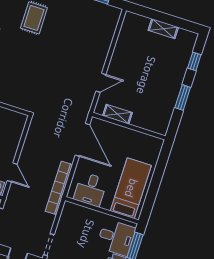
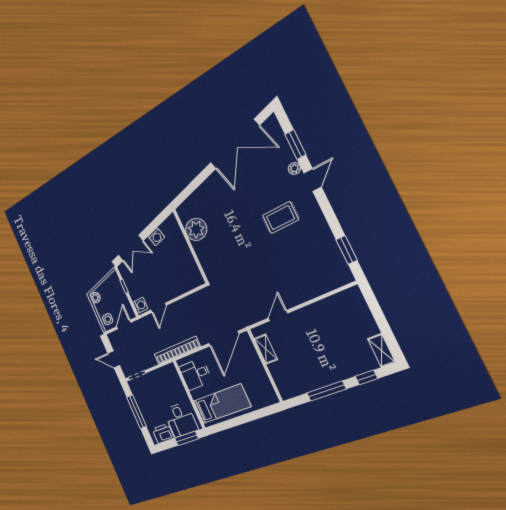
shelving: (163, 29) -> (381, 350), moved
door: (101, 83) -> (278, 316), swing flipped
window: (183, 98) -> (326, 391), width x1.44

